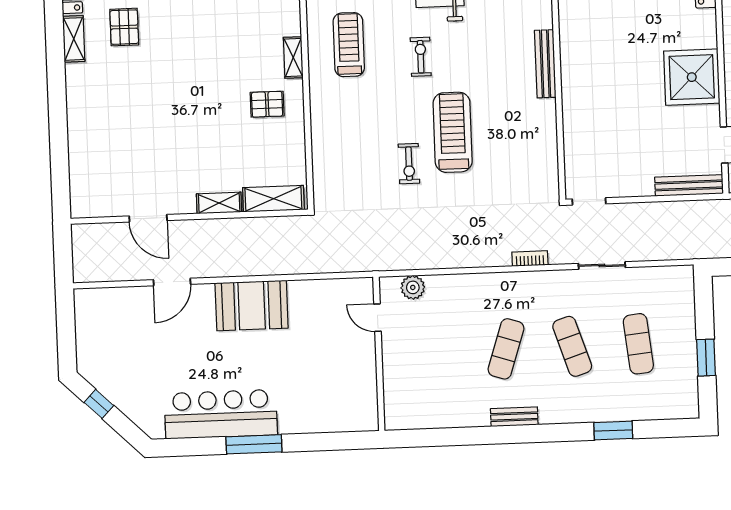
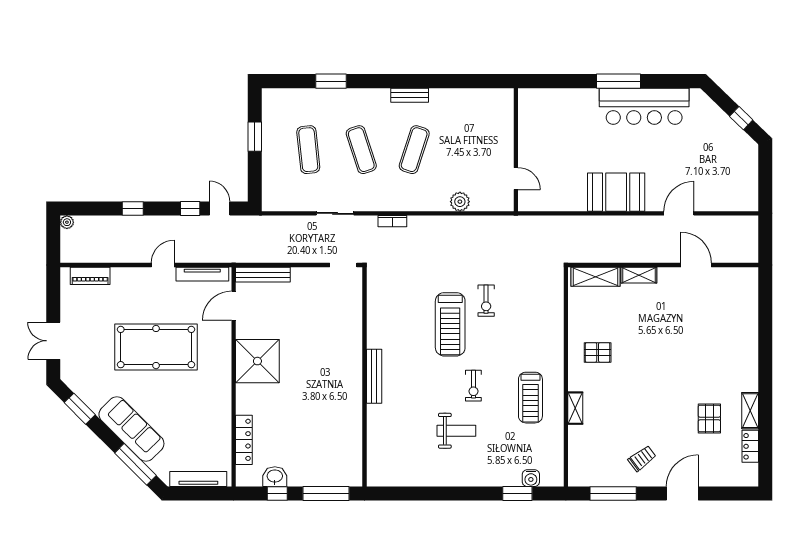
shelving: (293, 57) -> (575, 408), moved
exercise bike: (409, 164) -> (486, 301), turned 180
plant: (413, 287) -> (460, 202), moved

